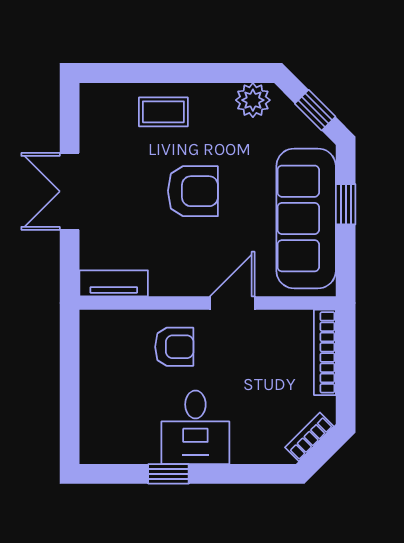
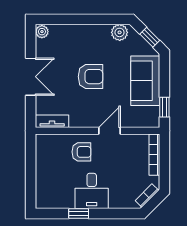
plant: (93, 98) -> (42, 32), added
coffee table: (163, 112) -> (76, 38), removed
double door: (70, 191) -> (31, 77), swing flipped
window: (346, 204) -> (164, 107), moved
sofa: (306, 218) -> (145, 81), width x0.73

